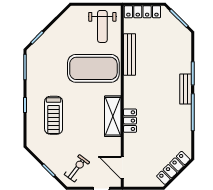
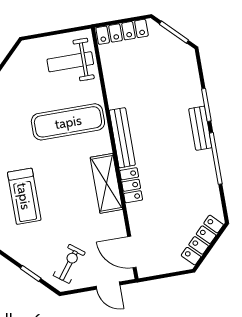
weight bench: (102, 26) -> (70, 62), turned 90
bench: (130, 54) -> (122, 138), moved
exercise mat: (93, 68) -> (68, 122), width x0.68

